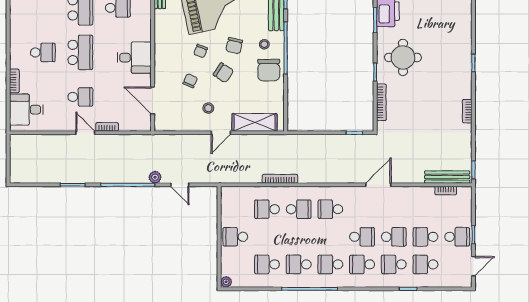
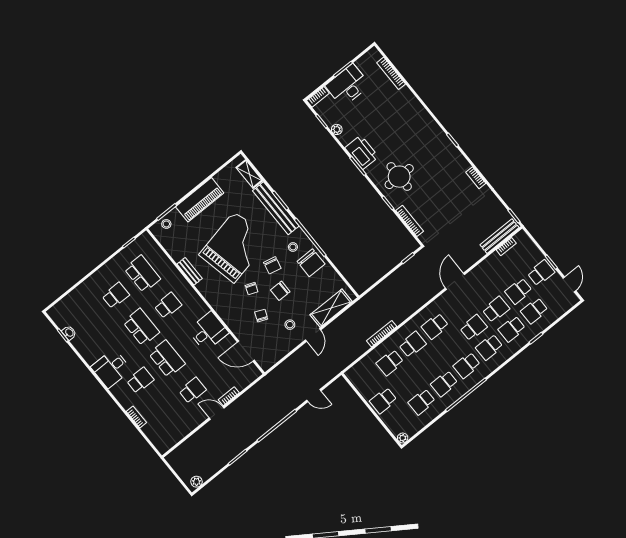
chair: (223, 73) -> (280, 291), turned 147
desk: (26, 110) -> (111, 368), moved
plant: (155, 177) -> (196, 482), moved

